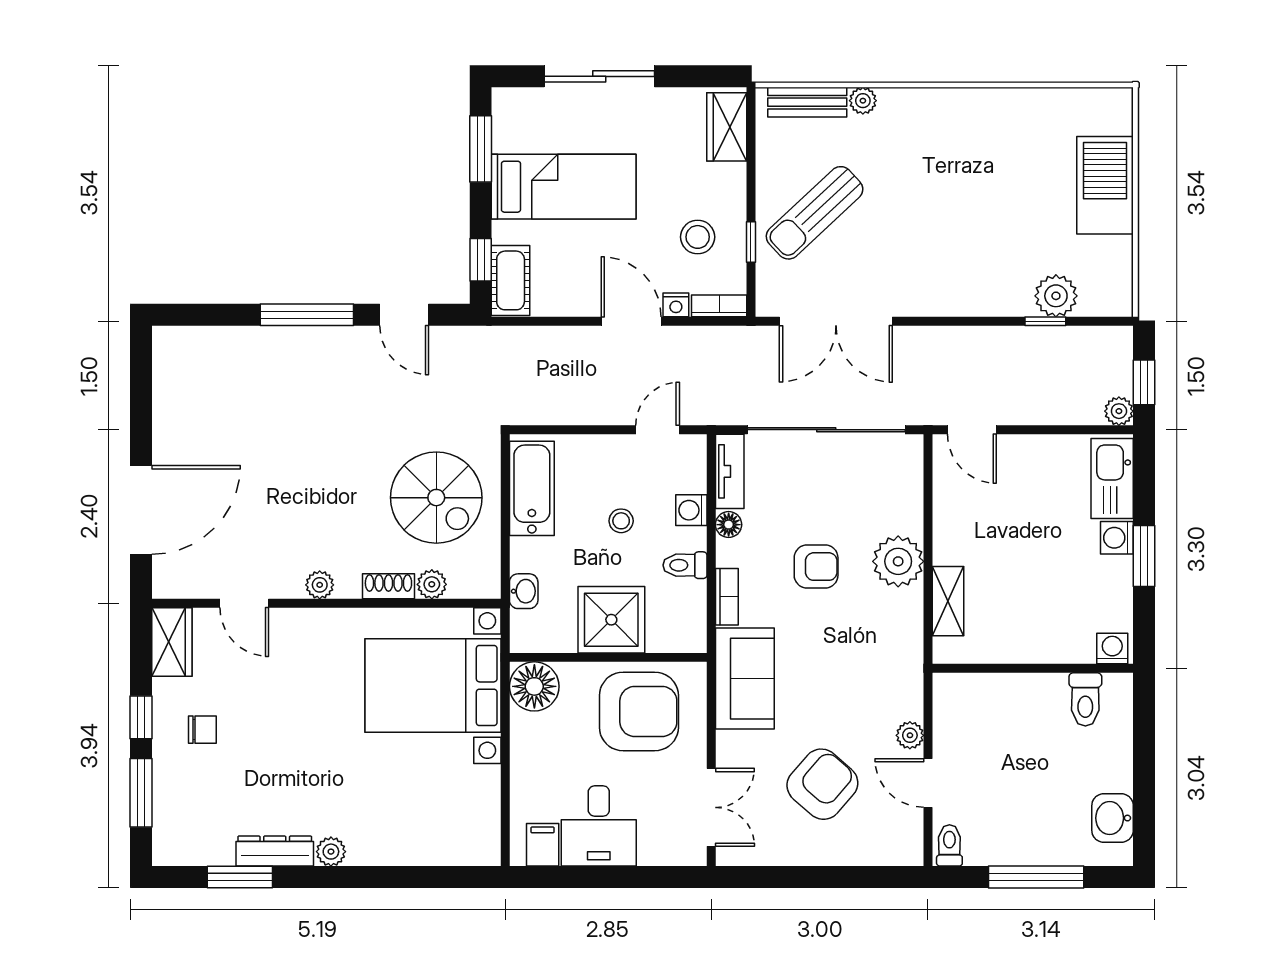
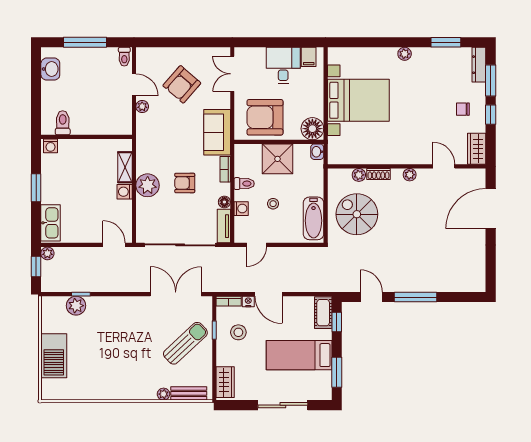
washing machine: (1117, 538) -> (125, 192), moved, turned 180
washbasin: (524, 591) -> (317, 152), moved
bed with nightstands: (433, 686) -> (358, 100), moved
dresser: (275, 851) -> (479, 65), moved, turned 90

